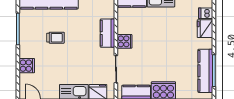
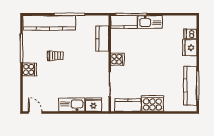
kitchen counter: (108, 33) -> (102, 39), moved
cooker: (27, 66) -> (29, 69), moved

